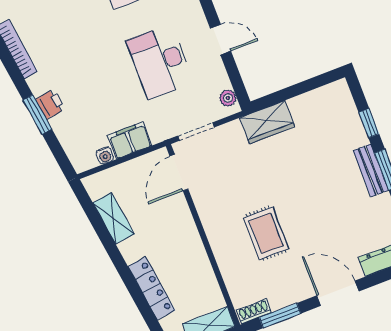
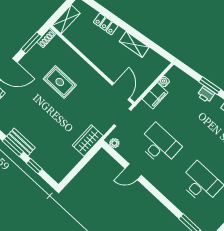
shelving: (114, 218) -> (134, 44), moved
locker: (151, 288) -> (106, 24), width x0.66

